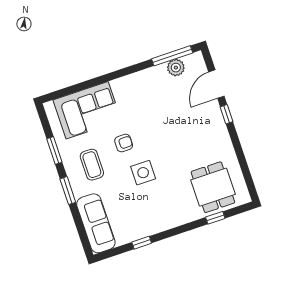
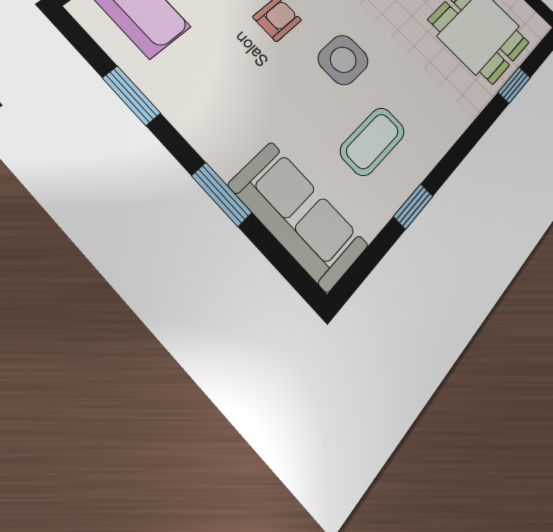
coffee table: (92, 165) -> (373, 141), moved, turned 90
window: (68, 191) -> (222, 194), moved

